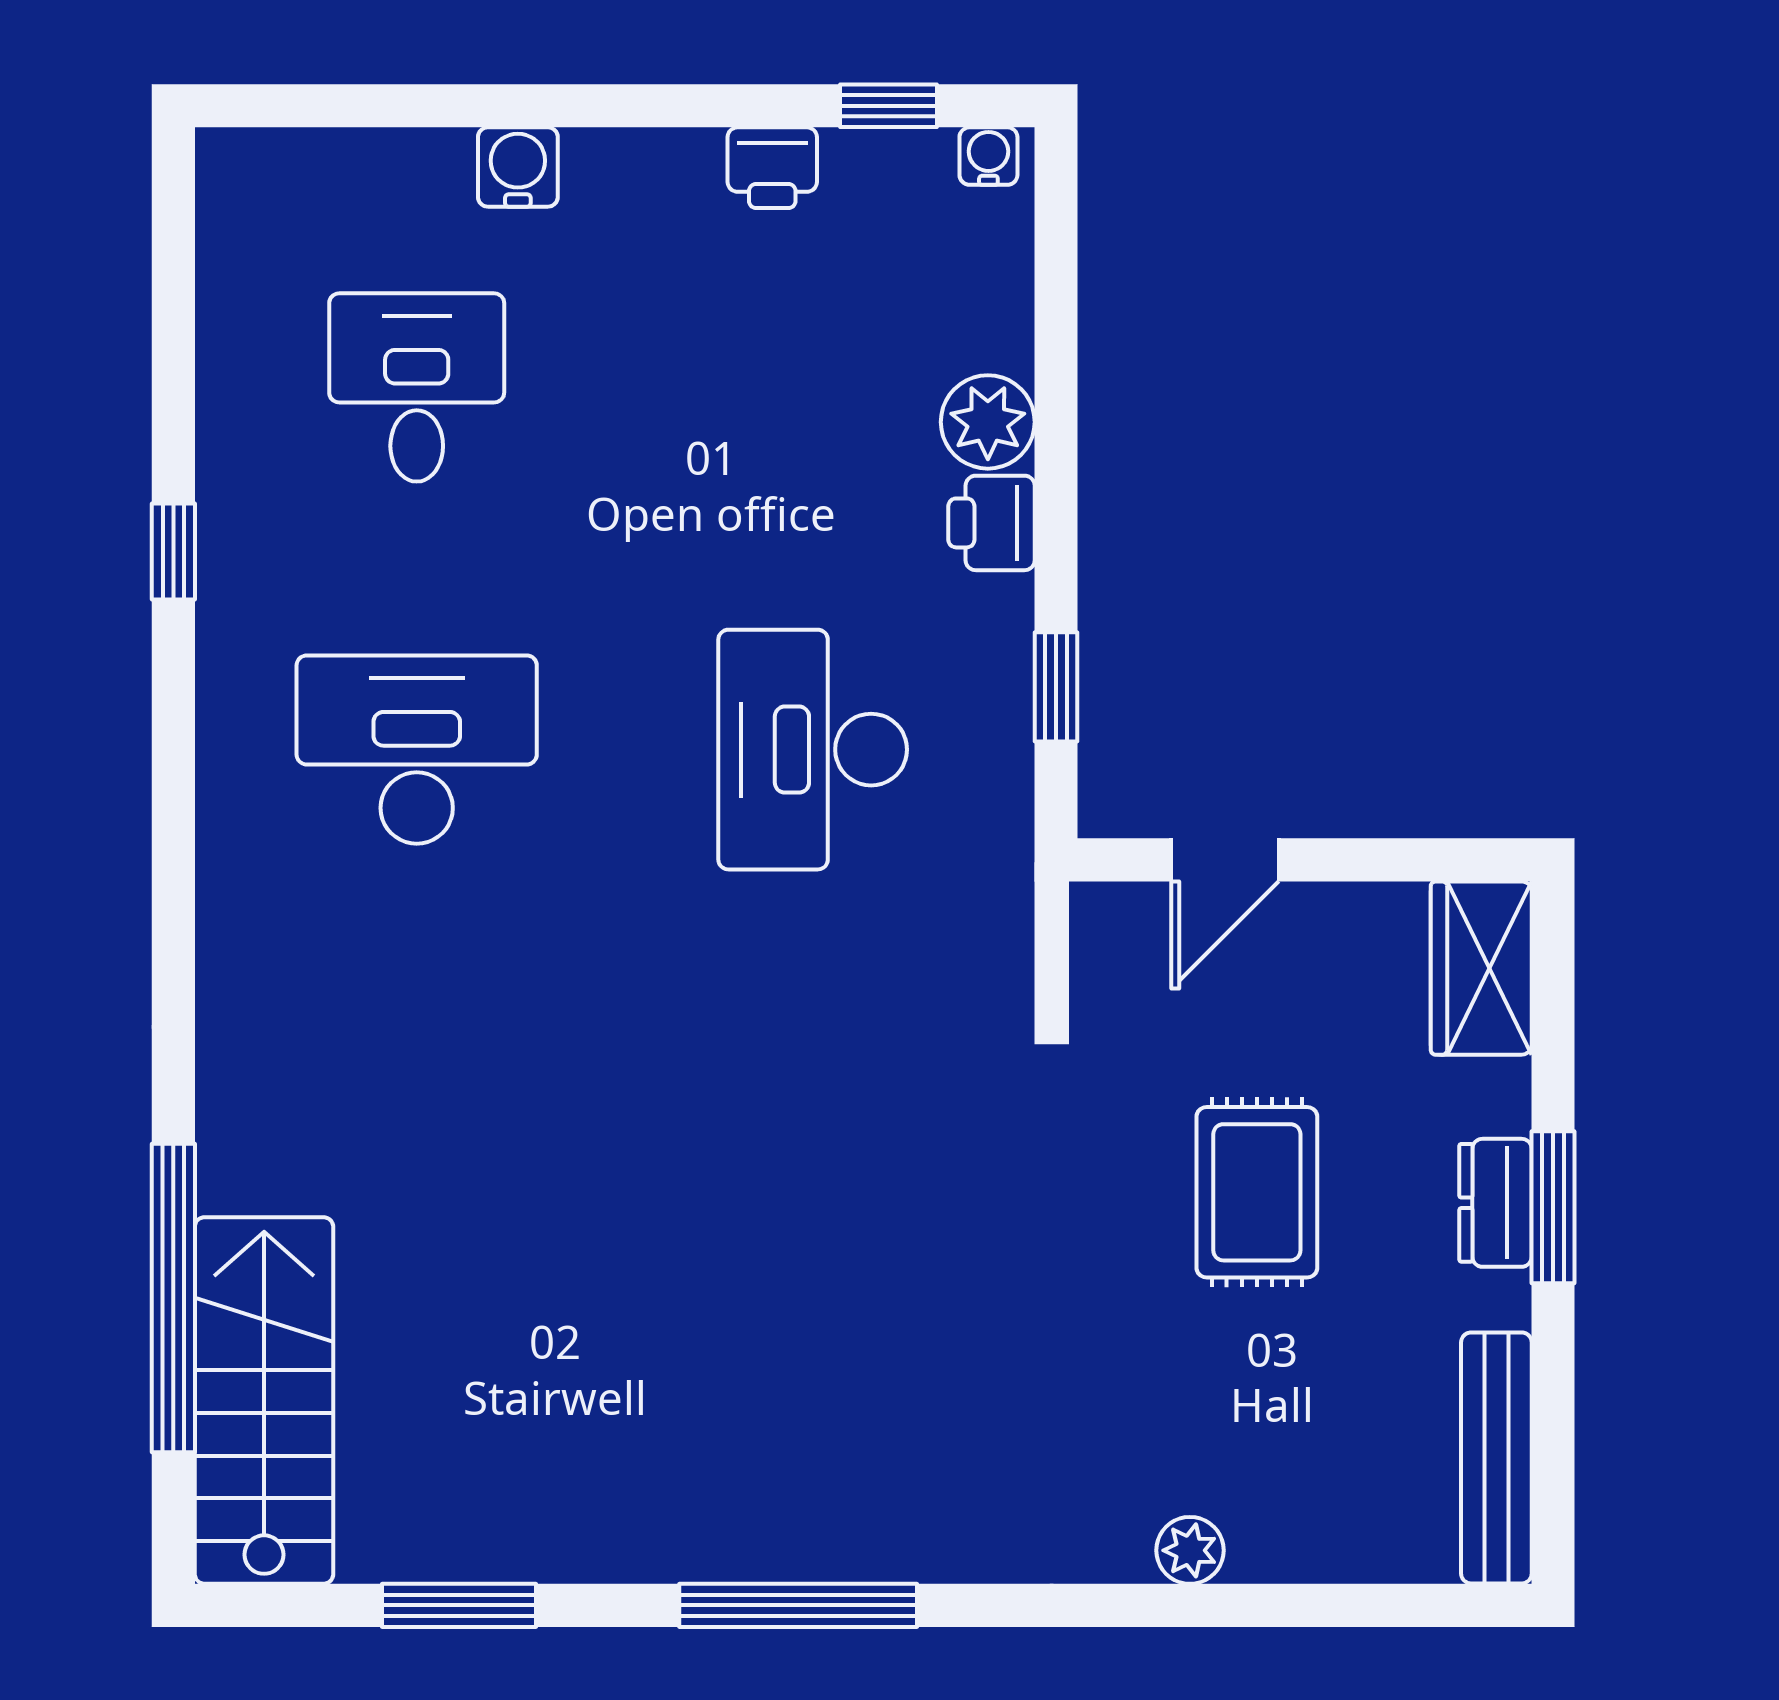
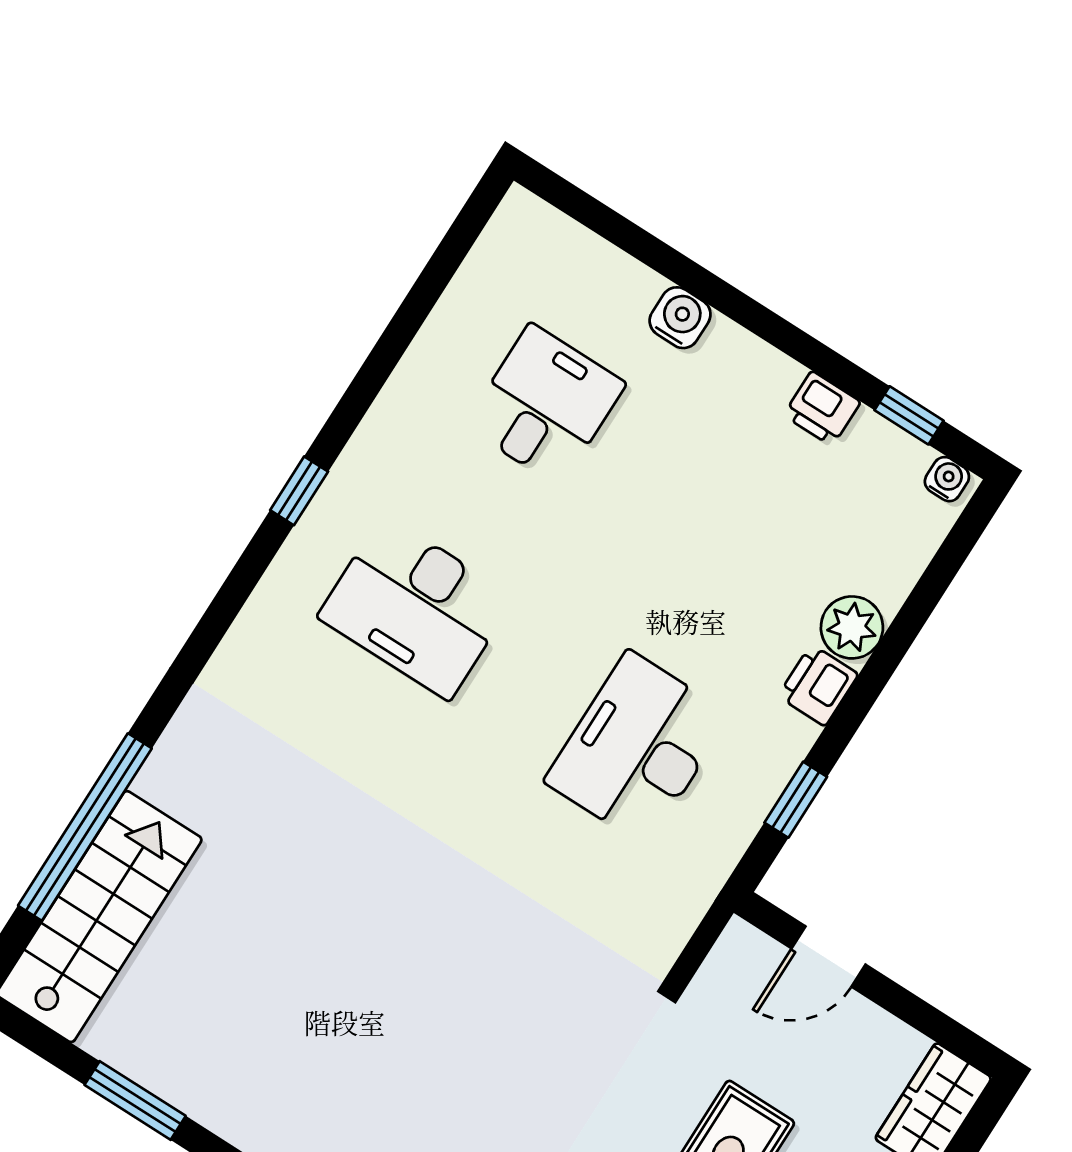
window: (173, 552) -> (299, 491), moved
desk: (417, 750) -> (416, 607), turned 180

